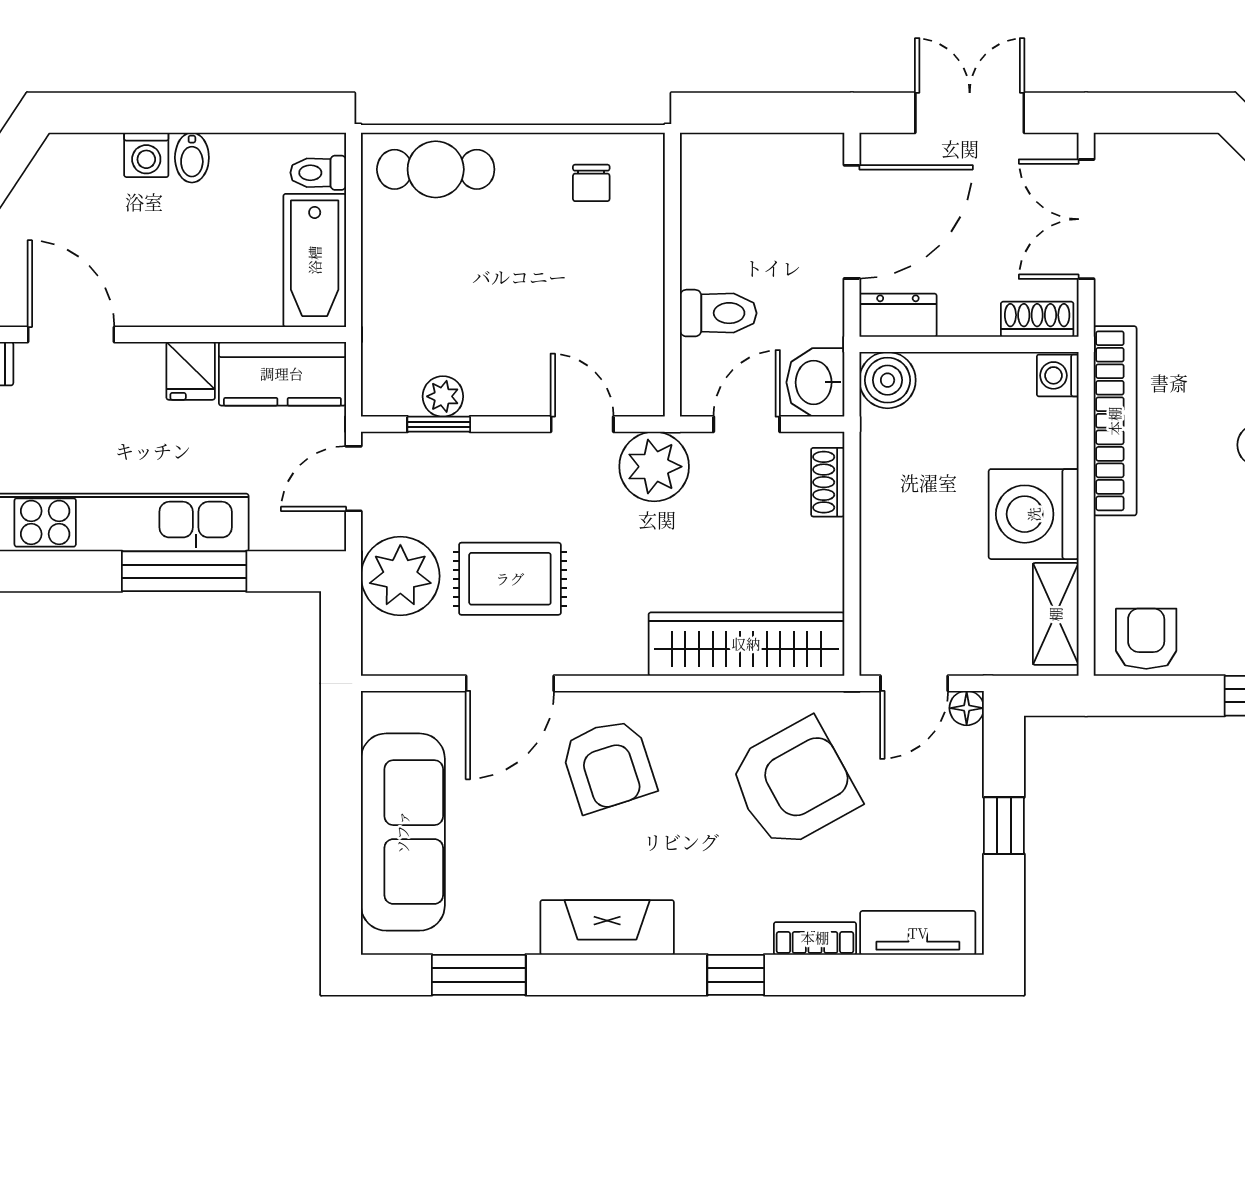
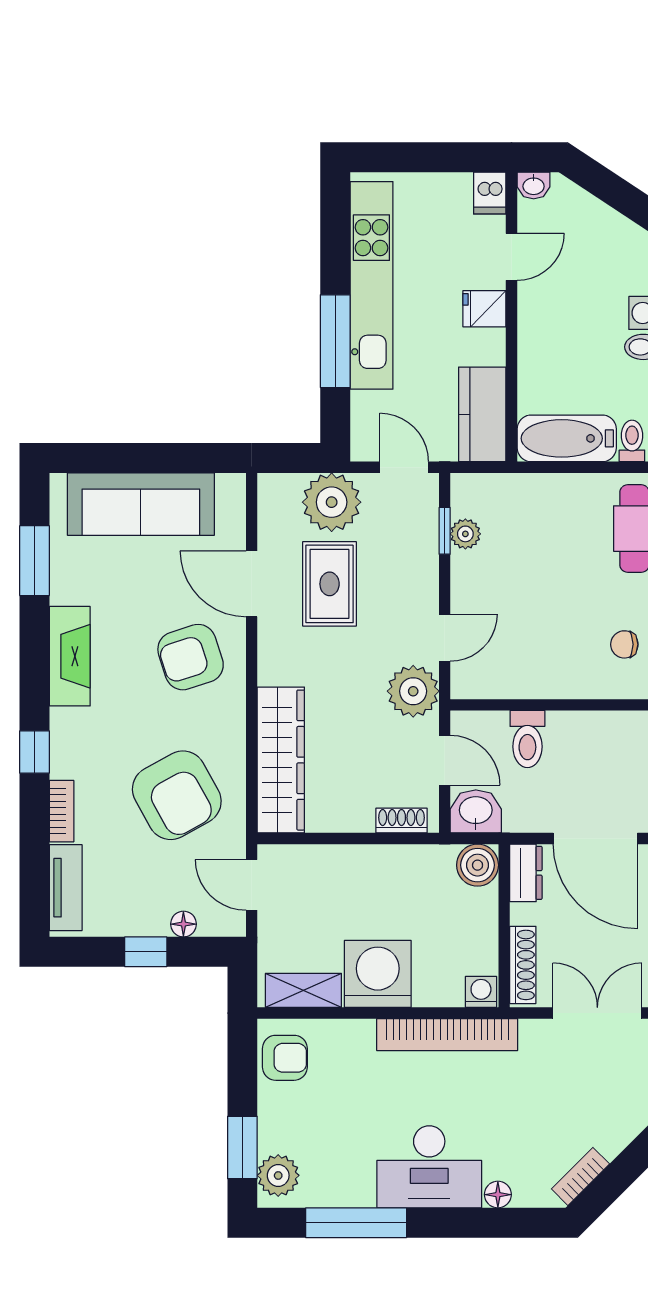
shoe rack: (1037, 319) -> (523, 965), width x1.43
door: (71, 334) -> (512, 257), width x0.73
fridge: (191, 371) -> (484, 309), moved
floor lamp: (967, 708) -> (183, 924), moved

